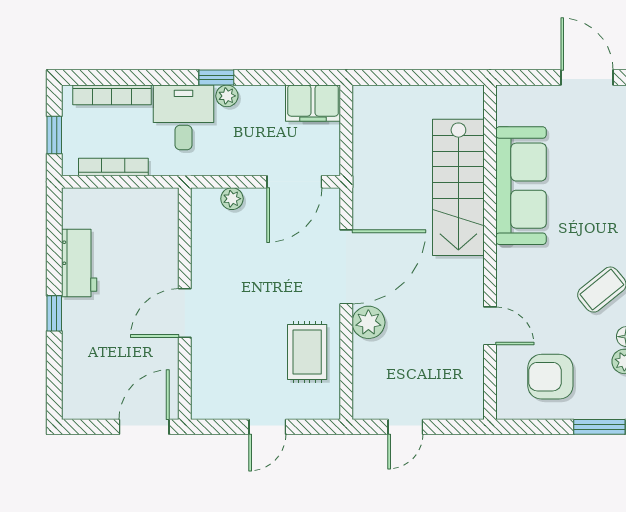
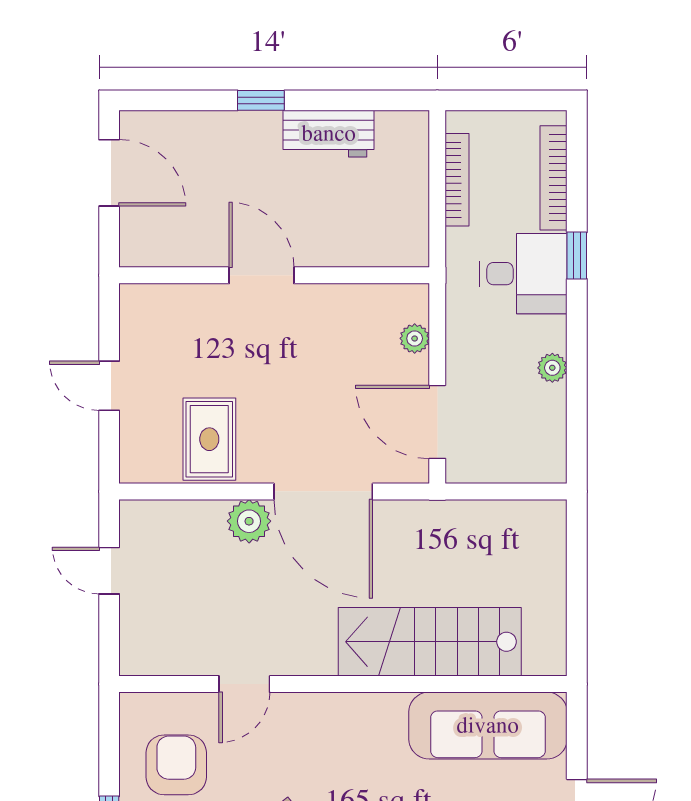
window: (216, 78) -> (577, 256), moved
plant: (227, 96) -> (552, 368), moved
filing cabinet: (313, 103) -> (543, 447), removed
window: (54, 135) -> (500, 100), removed
sofa: (521, 186) -> (488, 726), moved
rug: (307, 352) -> (209, 439), turned 90
door: (144, 427) -> (109, 173), moved

